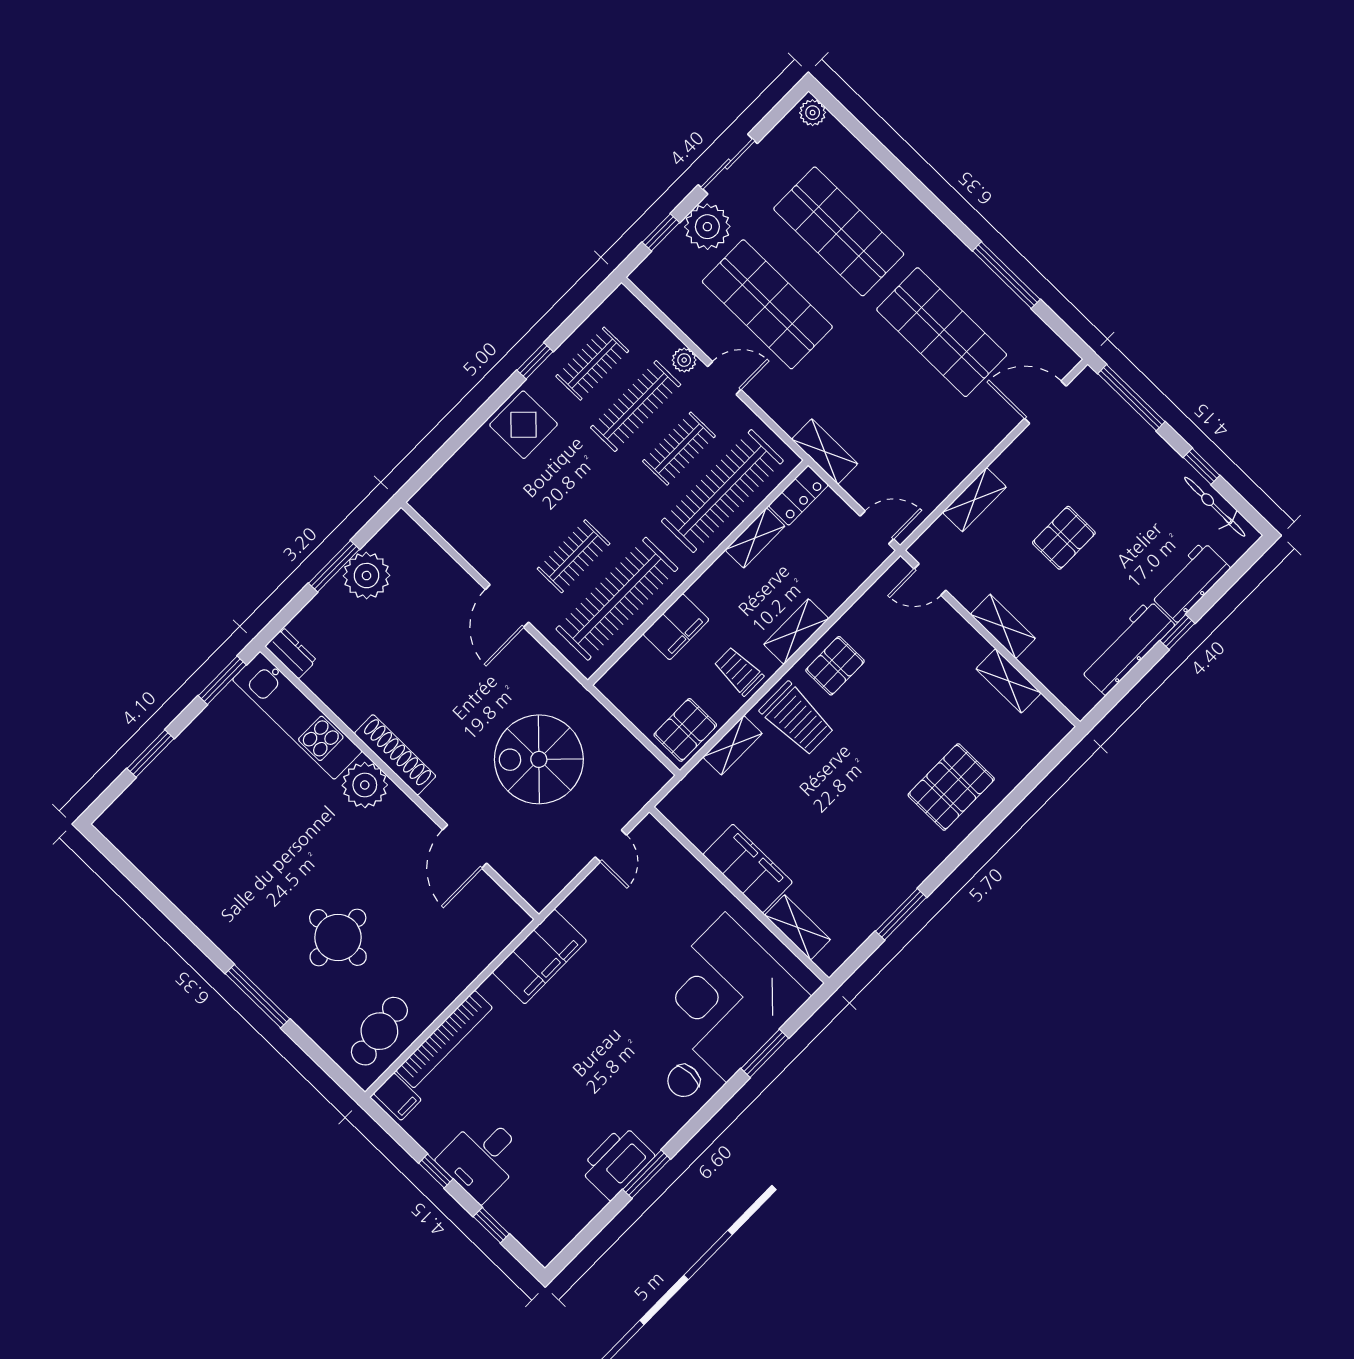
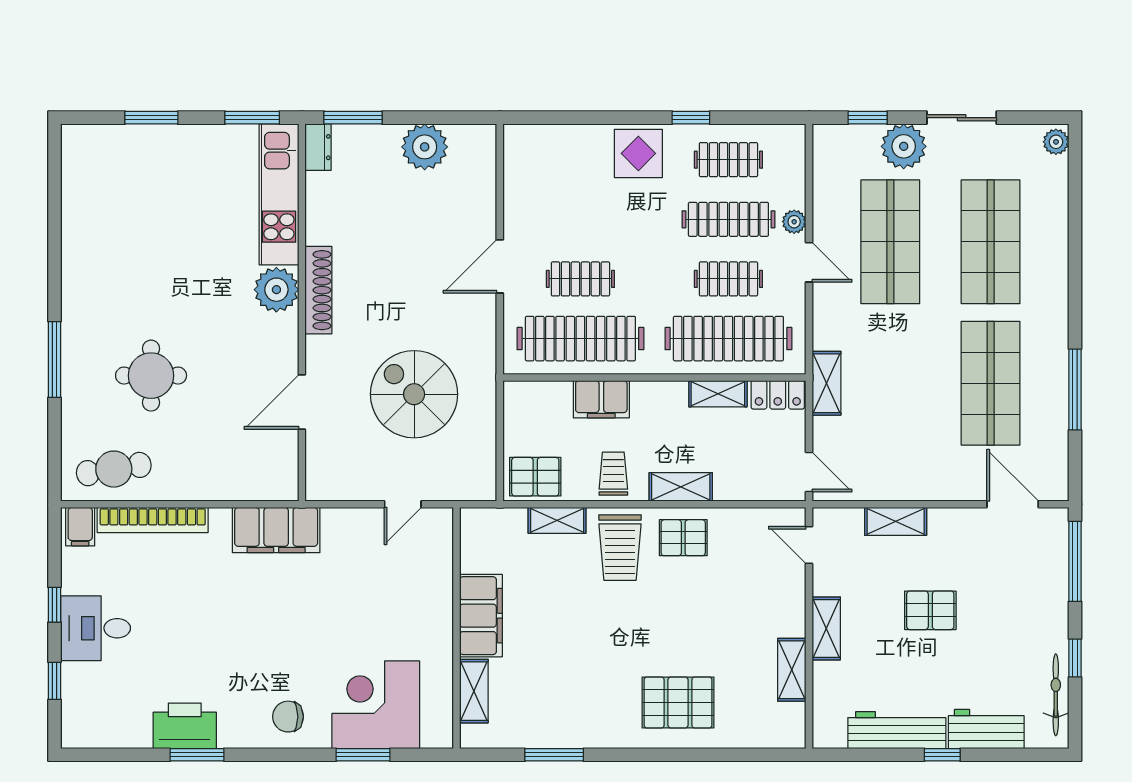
window: (334, 566) -> (353, 118), moved
corner desk: (726, 997) -> (376, 705), width x0.74, depth x0.74

